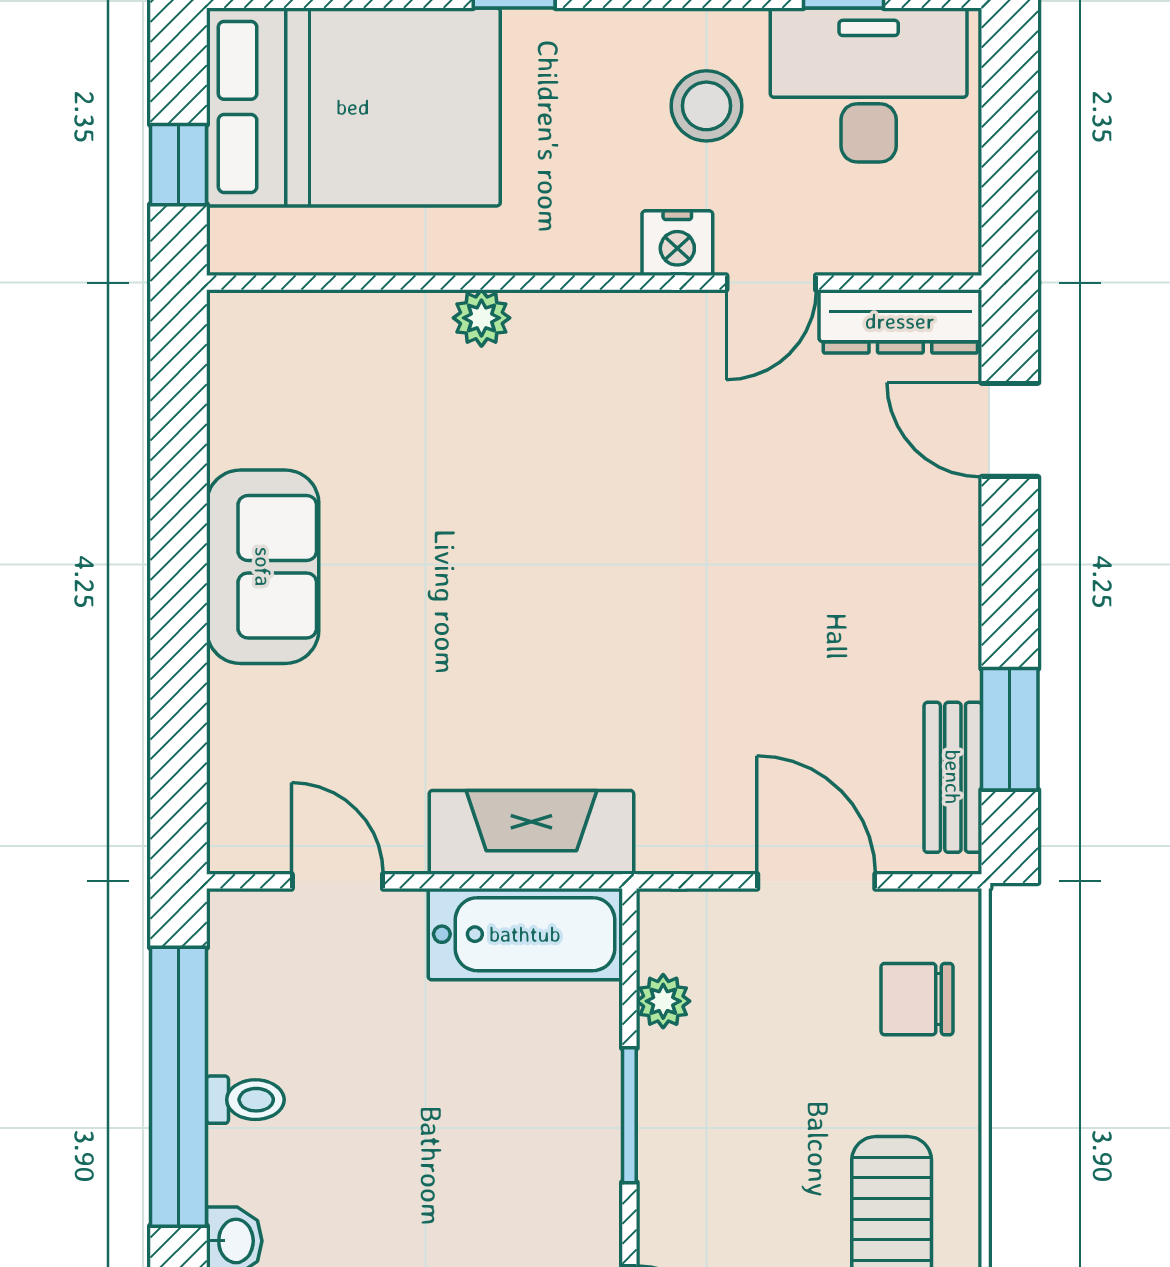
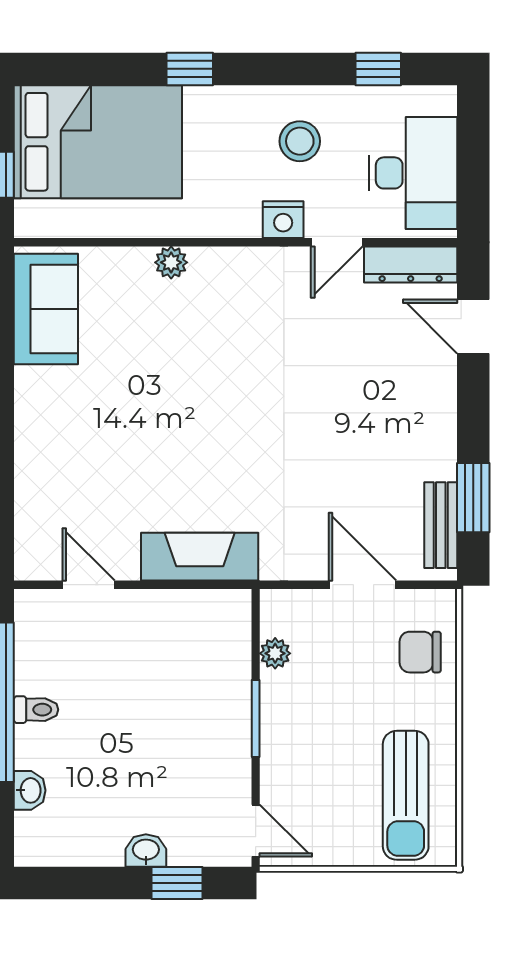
desk: (869, 85) -> (413, 173), moved, turned 90
sofa: (263, 567) -> (46, 309), moved
bathtub: (525, 934) -> (196, 615), removed

